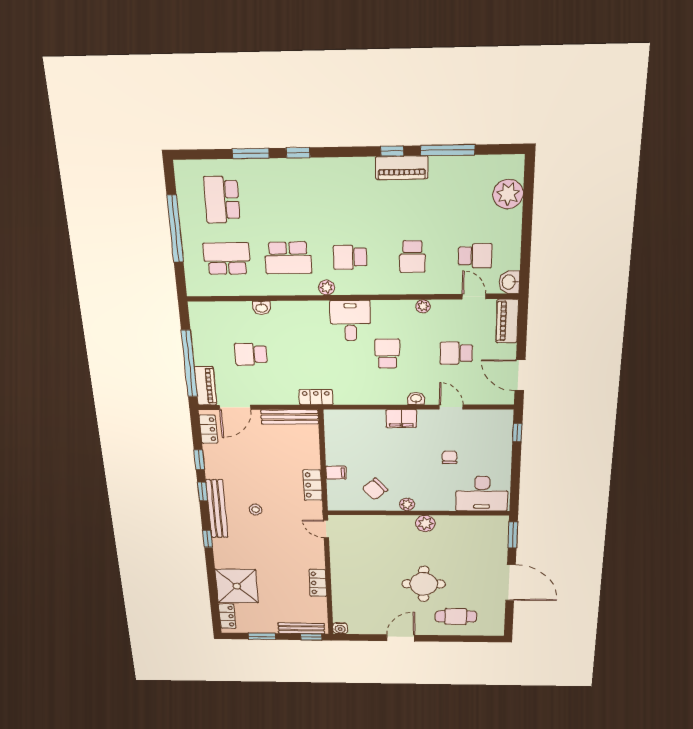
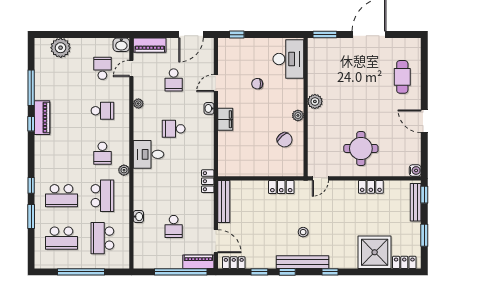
school desk: (285, 199) -> (61, 196), added
filing cabinet: (336, 473) -> (270, 169), removed
round table: (424, 584) -> (361, 149), moved

